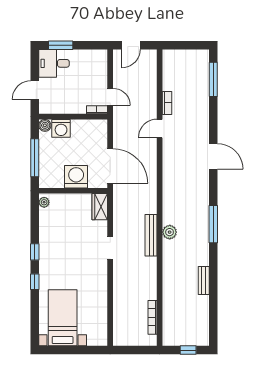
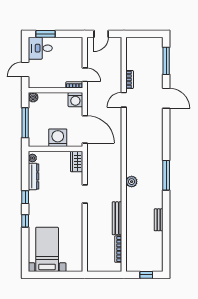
washing machine: (61, 128) -> (75, 100), moved
door: (213, 156) -> (166, 98), moved
dresser: (45, 226) -> (33, 176), added
bench: (151, 235) -> (117, 218), moved

